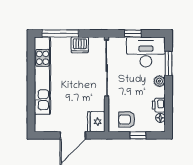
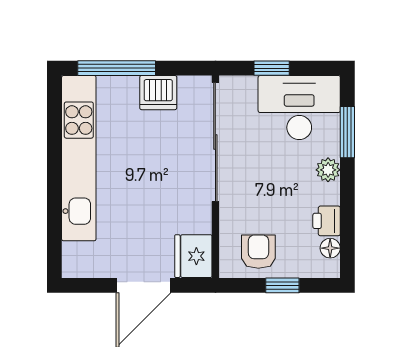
armchair: (127, 120) -> (258, 252), turned 90

